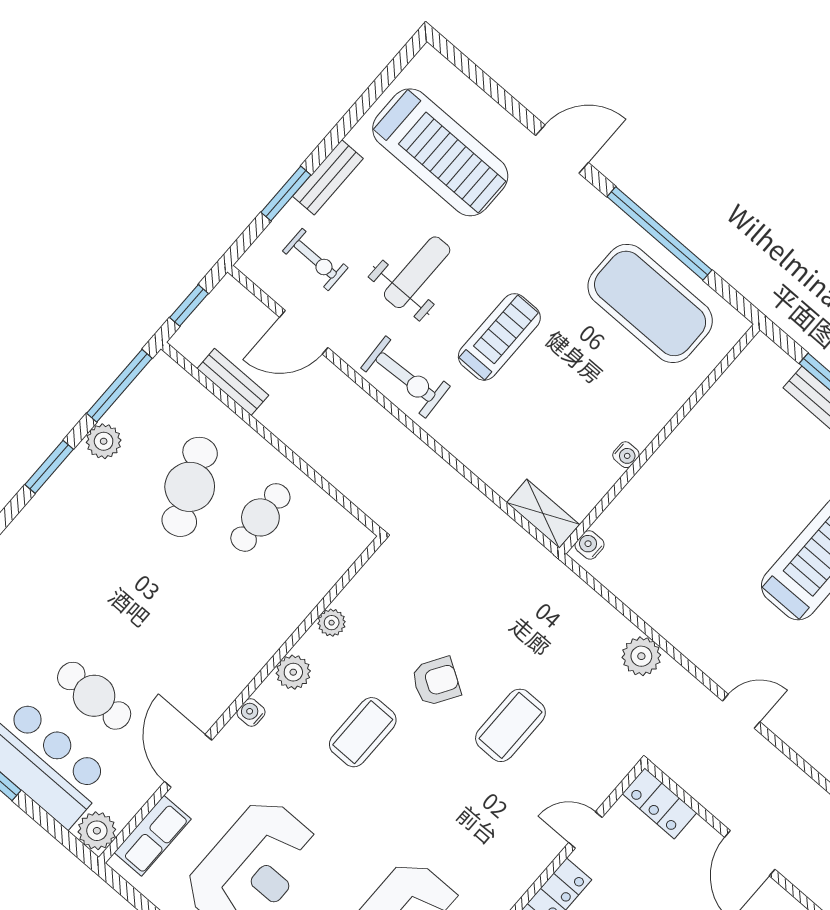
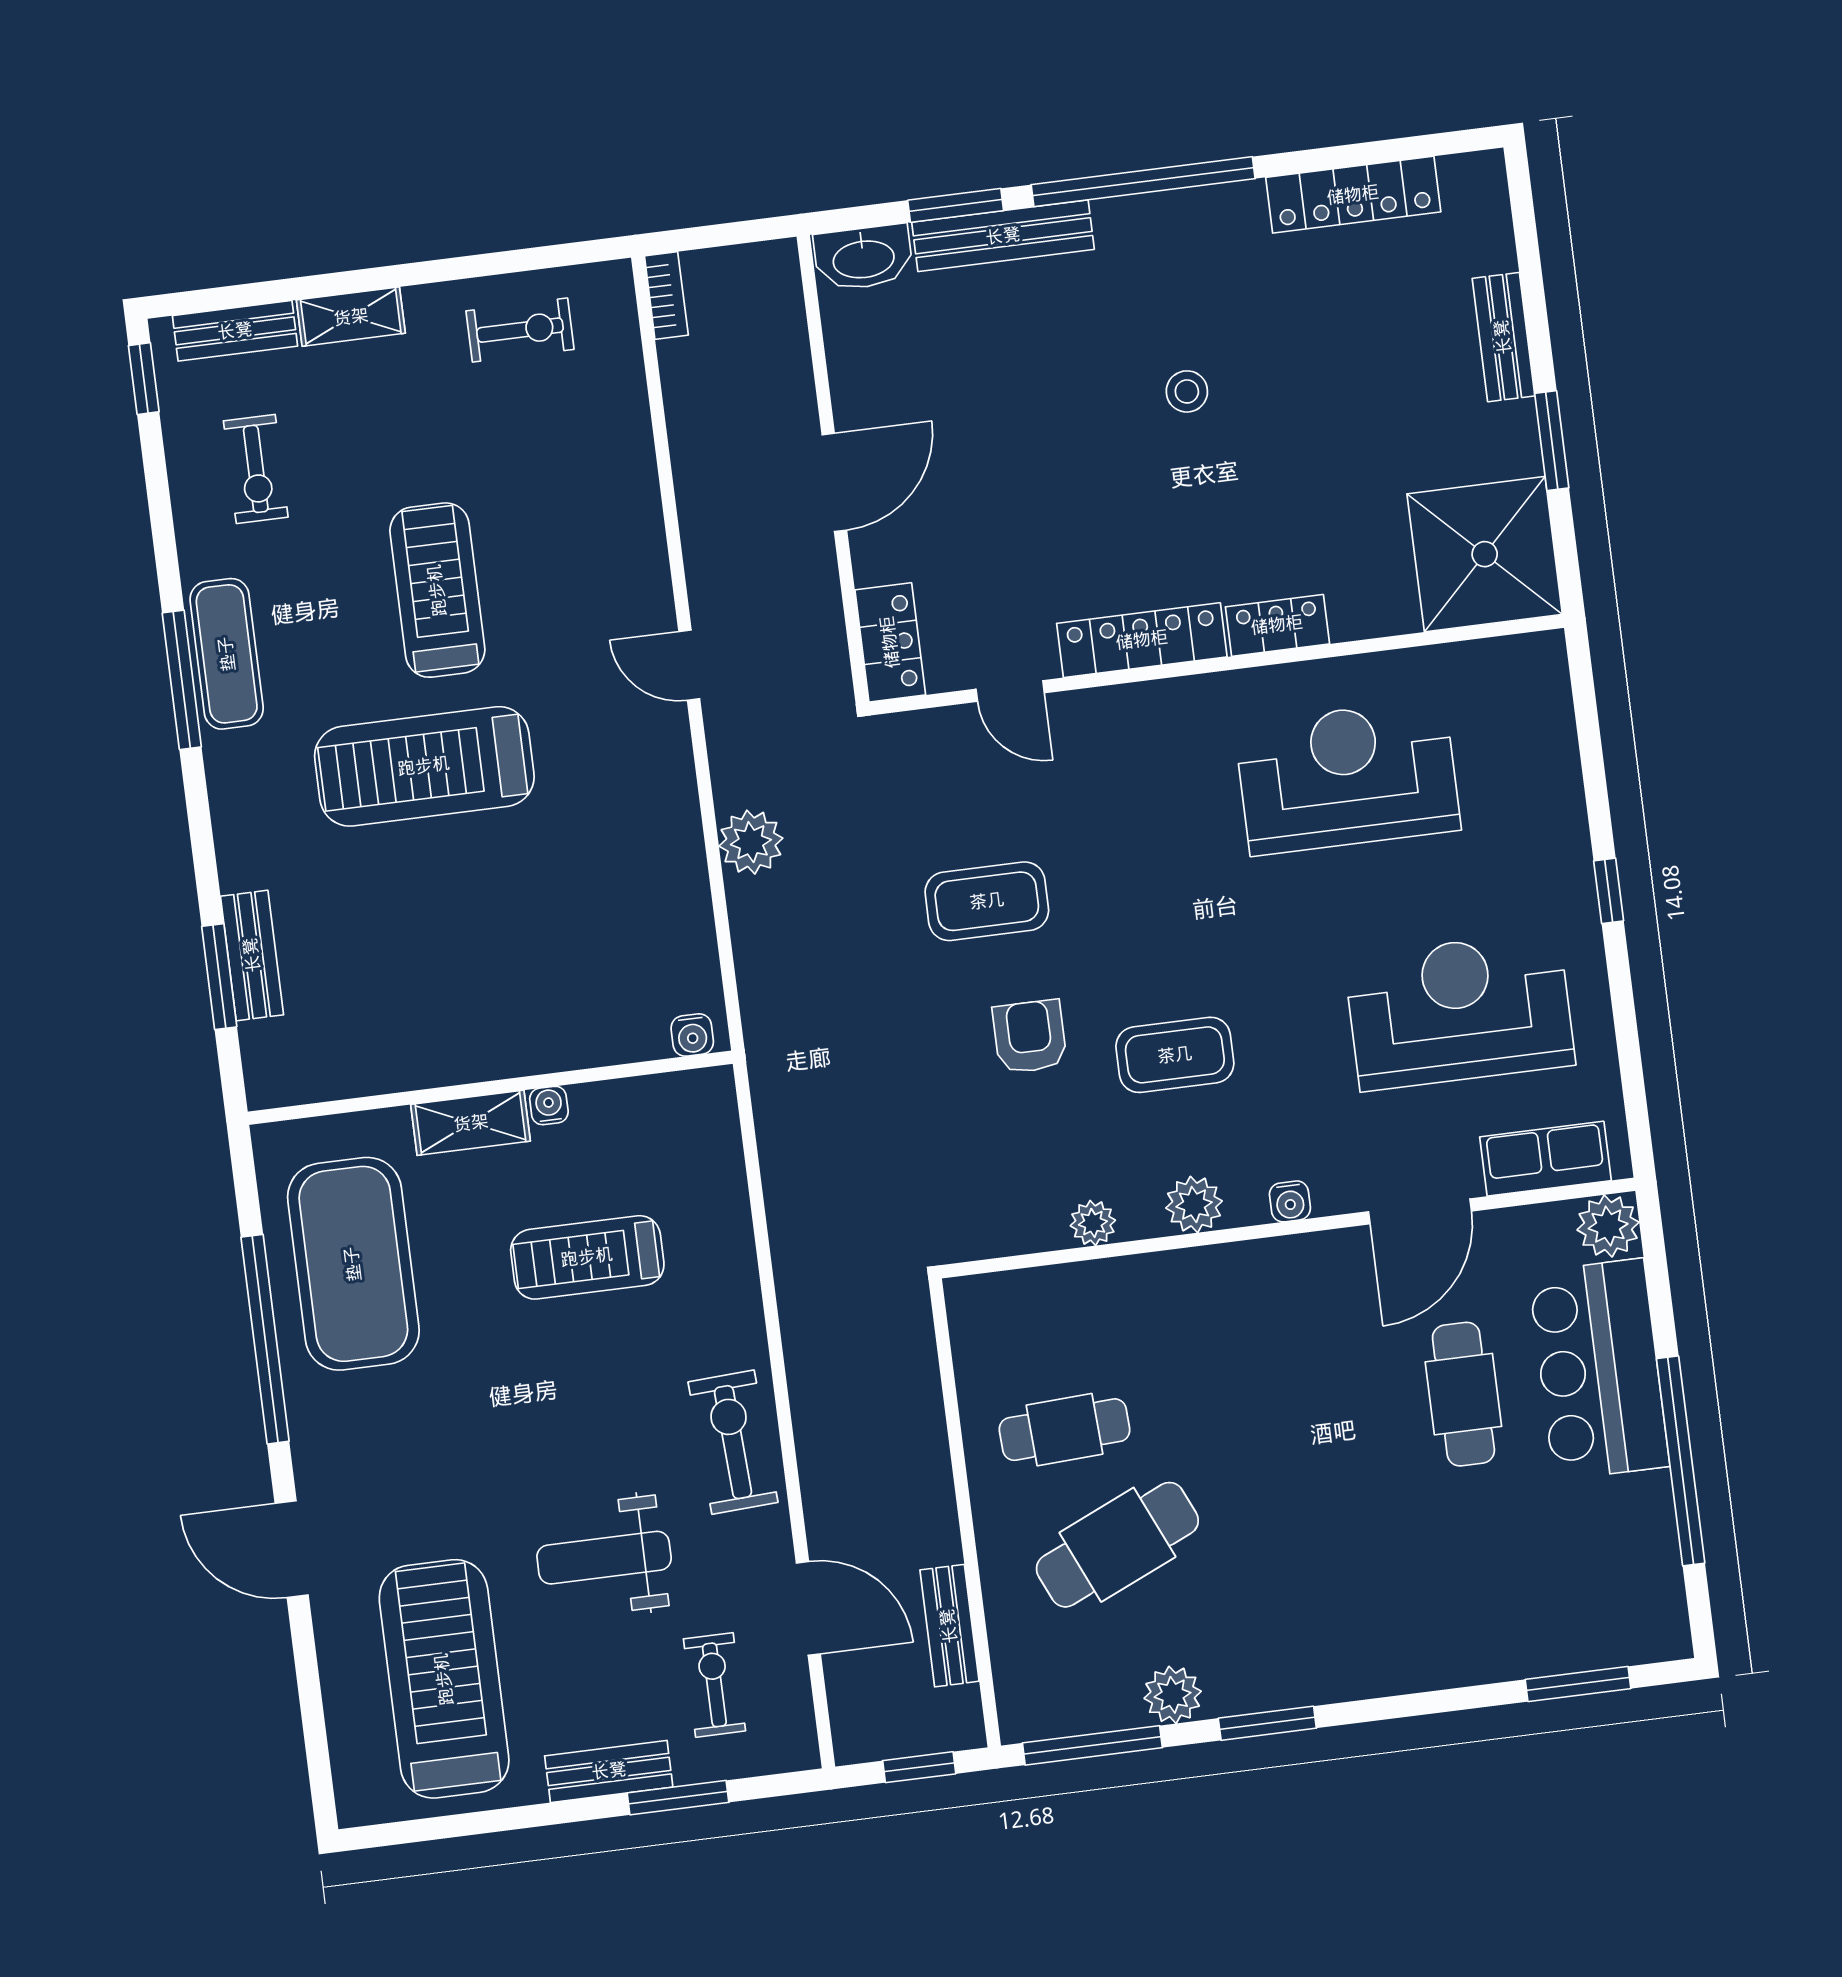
treadmill: (499, 337) -> (587, 1257), moved
shelving: (543, 514) -> (471, 1123), moved, turned 90
armchair: (436, 681) -> (1030, 1037), turned 58

